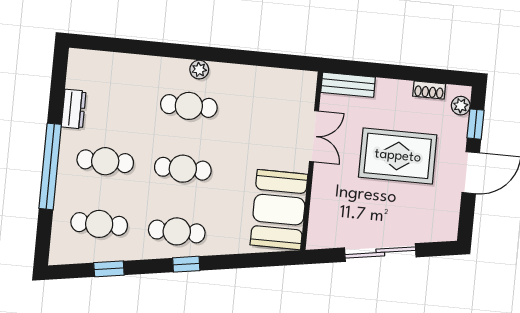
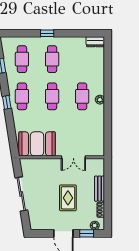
bench: (348, 85) -> (100, 189), moved
dresser: (74, 109) -> (95, 42), moved
rug: (398, 156) -> (68, 198), width x0.73, depth x0.70
window: (50, 166) -> (47, 33), width x0.32

